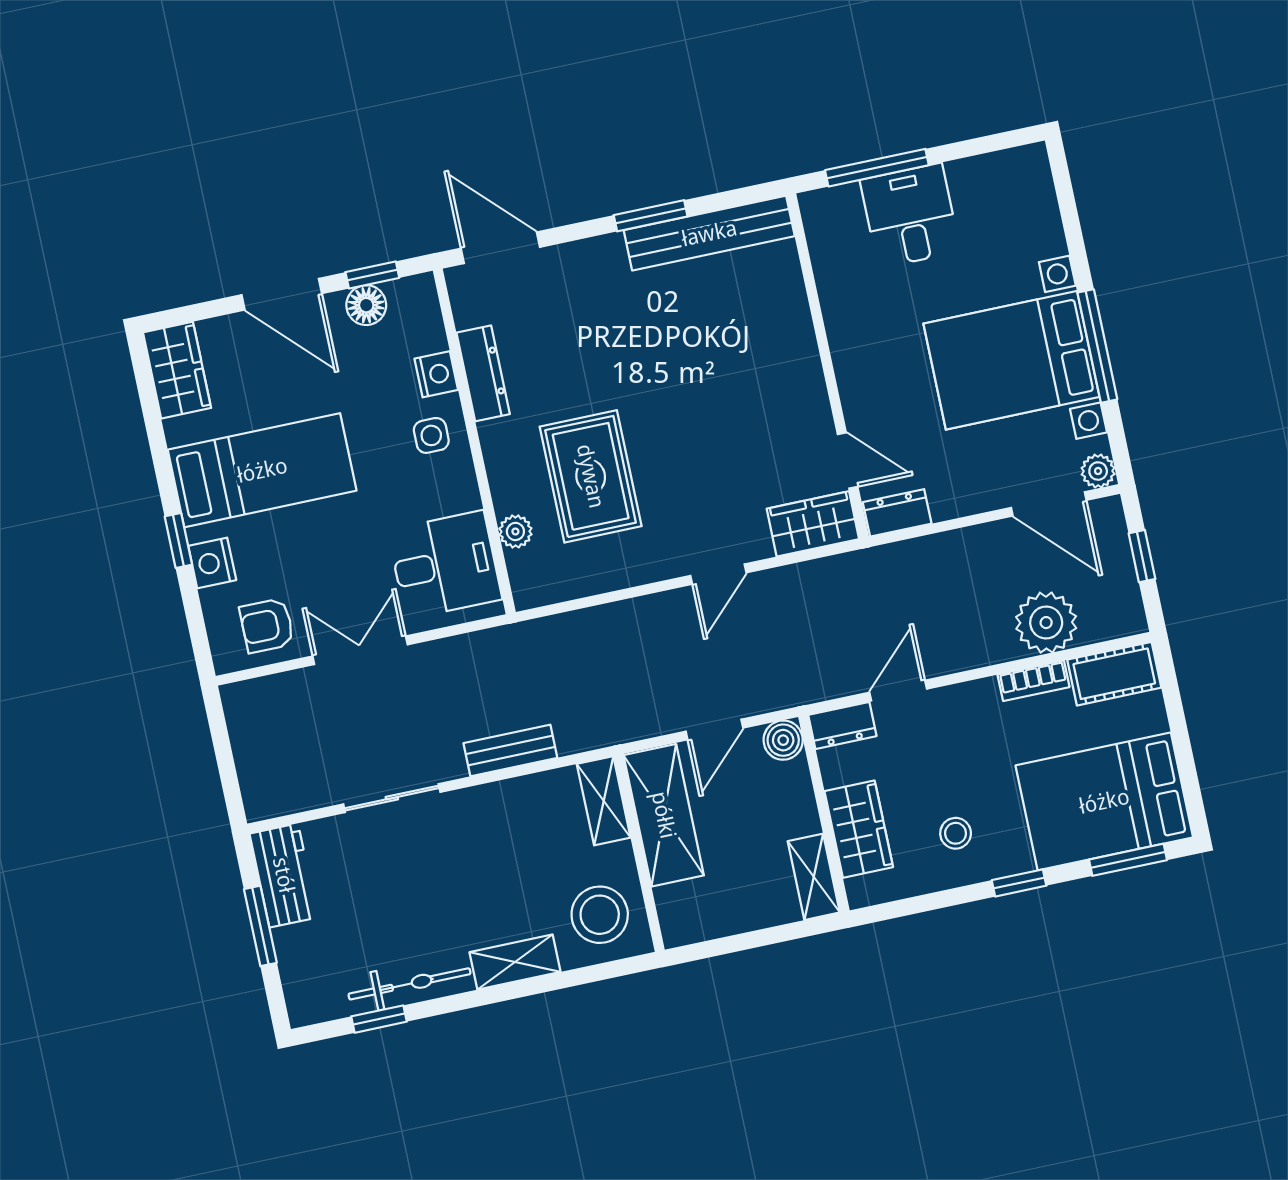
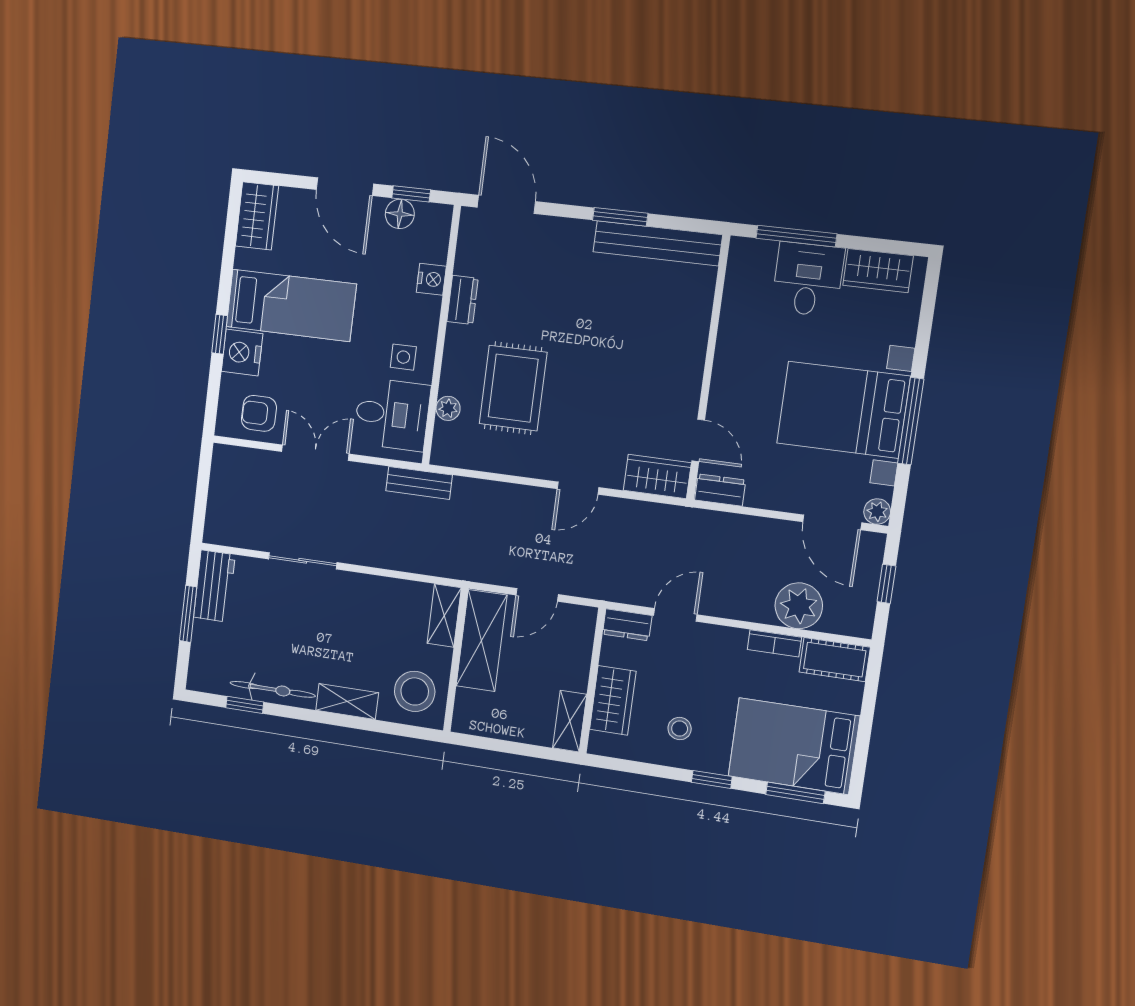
wardrobe: (991, 177) -> (878, 271), added
dresser: (483, 373) -> (463, 300), width x0.70
side table: (431, 435) -> (403, 357), moved
nightstand: (212, 563) -> (242, 353), width x1.36, depth x1.33
boiler: (783, 740) -> (582, 620), removed
bench: (510, 750) -> (419, 483), moved

